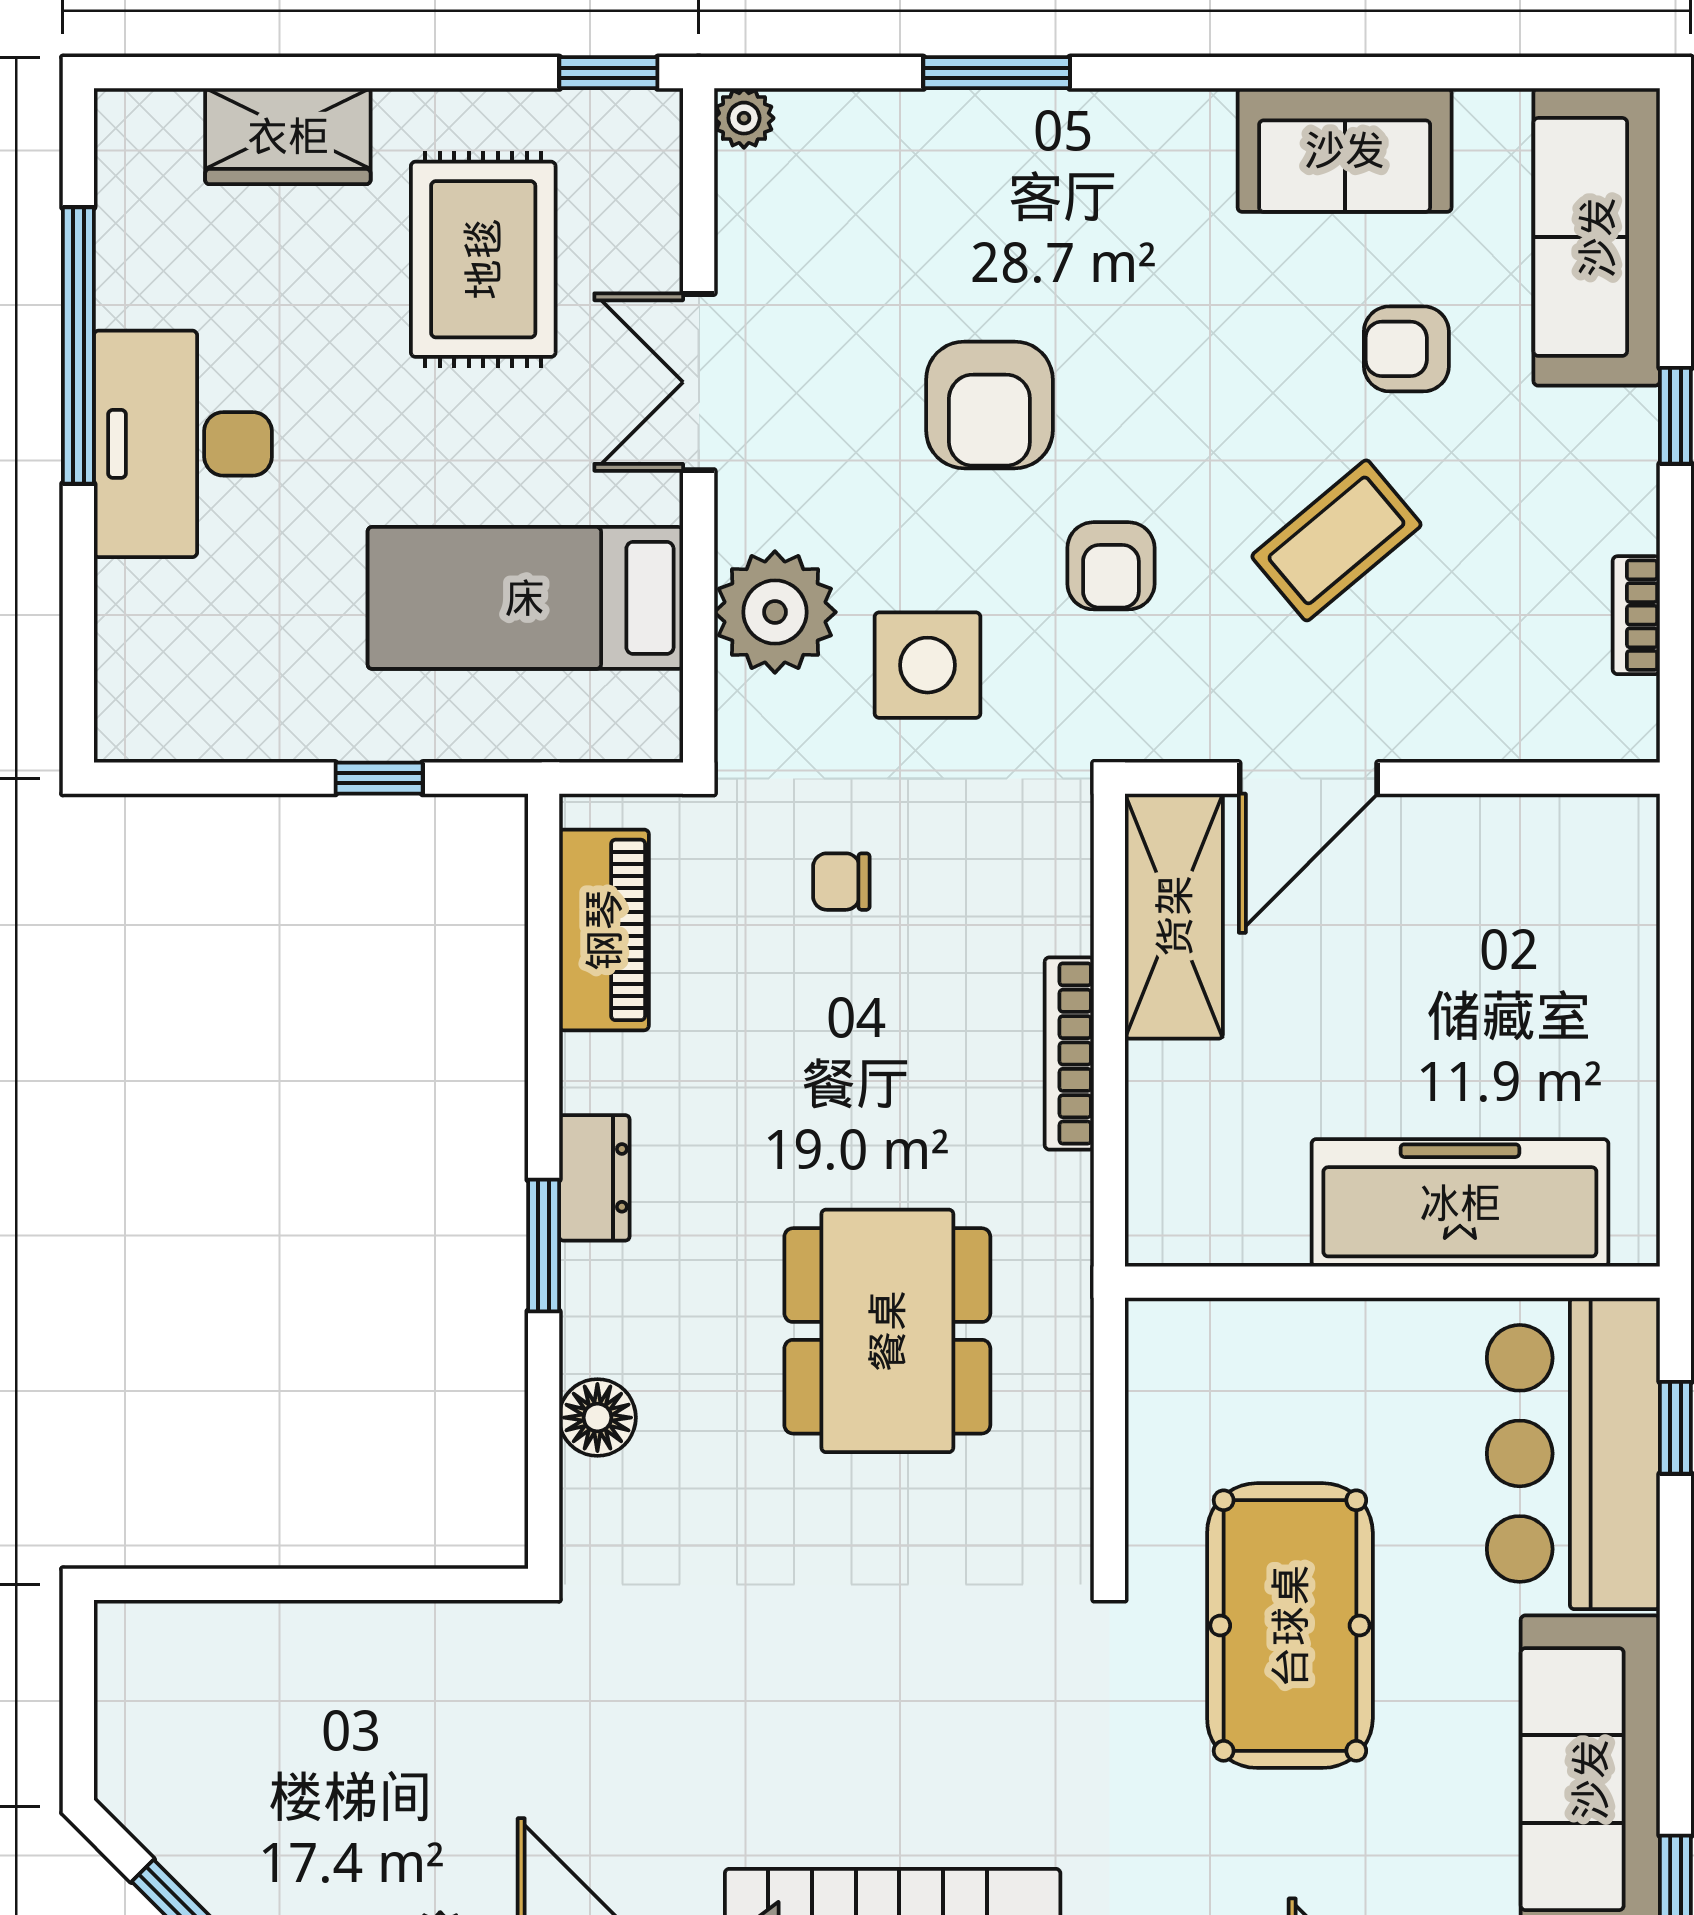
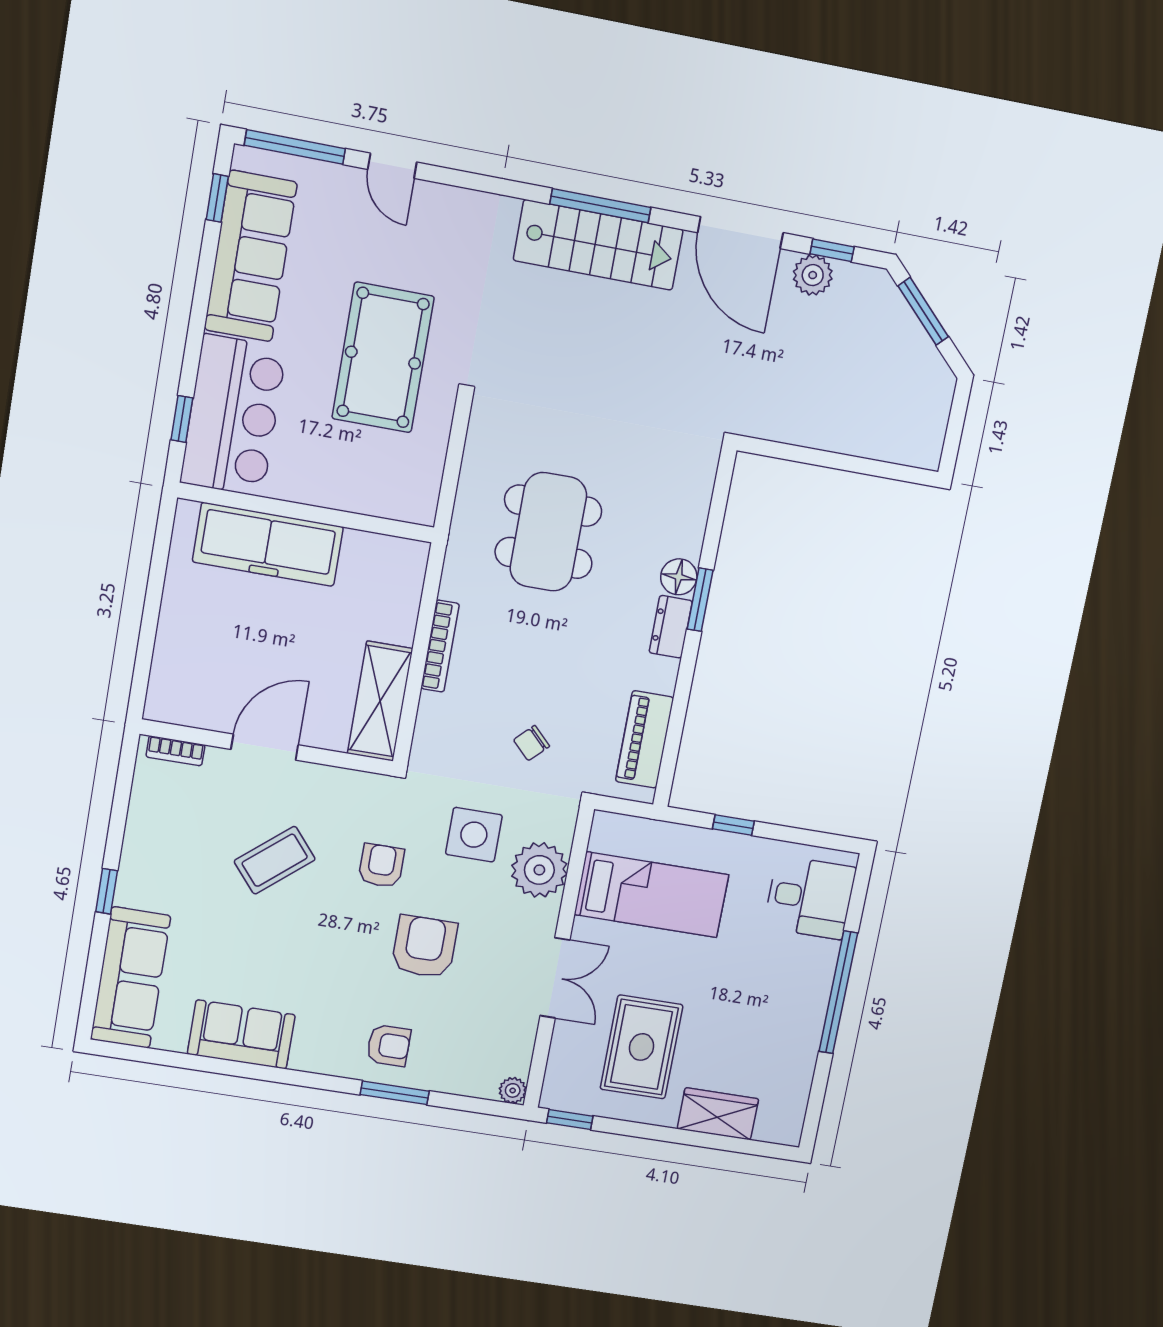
window: (78, 346) -> (838, 992), moved
armchair: (1406, 349) -> (389, 1045), moved
desk: (183, 444) -> (810, 898), moved, width x0.73
bookcase: (1636, 615) -> (175, 751), moved, turned 90
door: (1308, 778) -> (265, 747), moved
chair: (841, 882) -> (532, 743), turned 135
floor lamp: (597, 1418) -> (679, 577), moved

